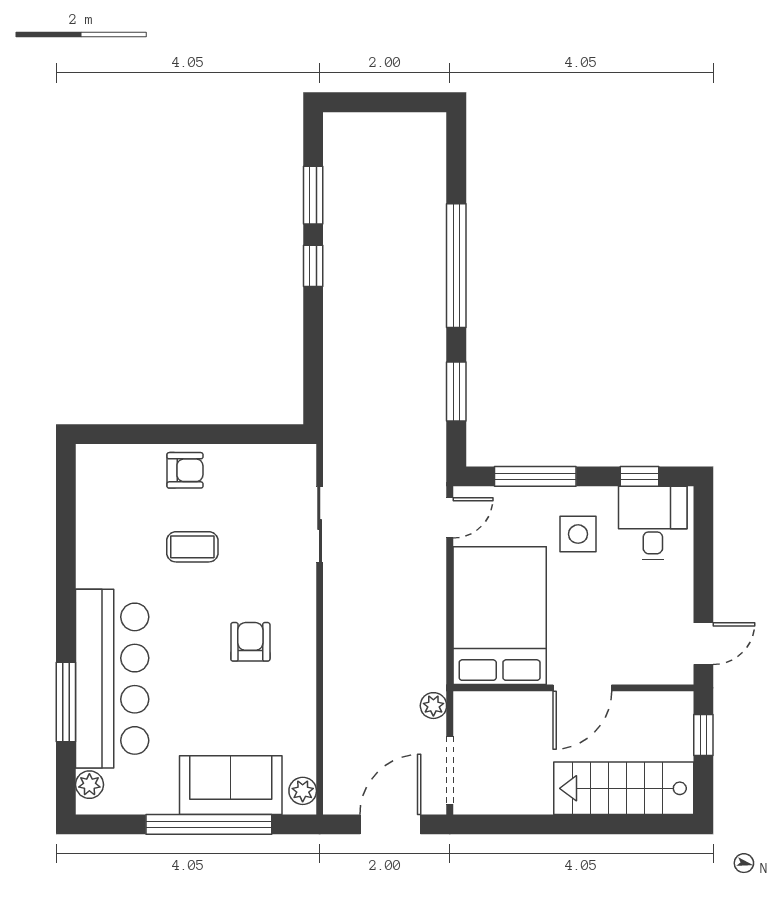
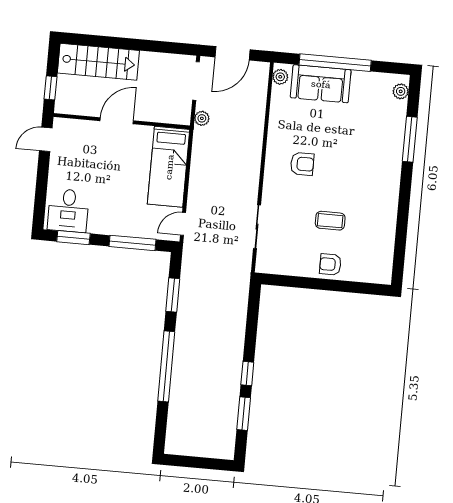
window: (640, 476) -> (73, 238), width x1.50
side table: (578, 534) -> (111, 208), removed
bed: (500, 616) -> (169, 167), width x0.67
armchair: (250, 642) -> (302, 164), turned -90
bar counter: (112, 679) -> (382, 150), removed

